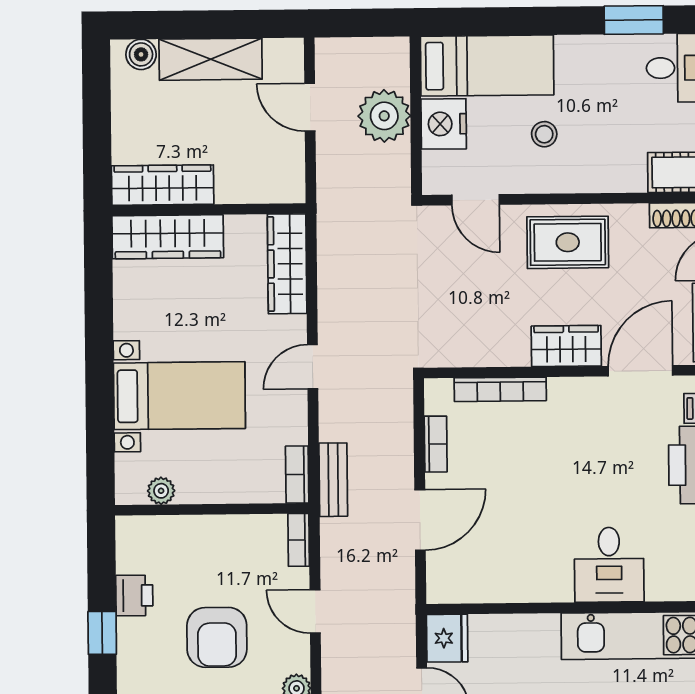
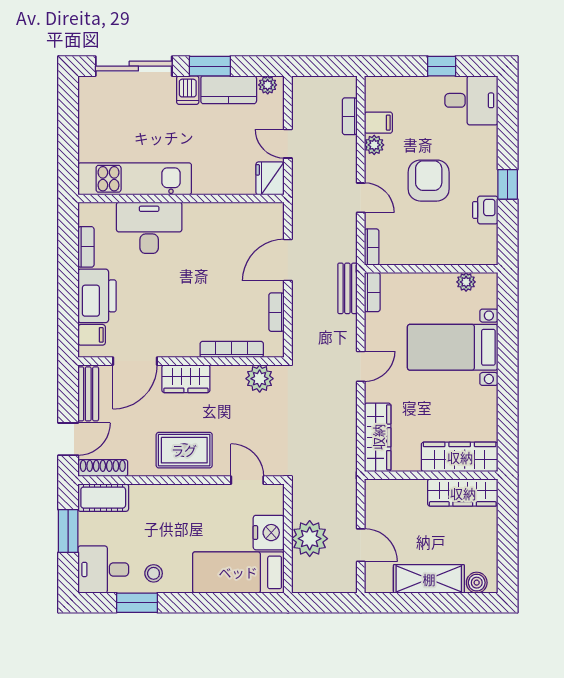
stool: (544, 134) -> (154, 573), moved
plant: (459, 347) -> (260, 379), added
desk: (609, 565) -> (149, 228), width x1.37

